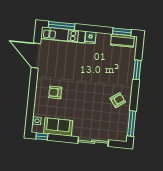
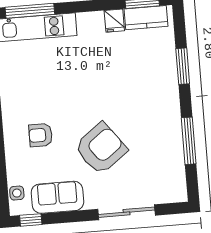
fridge: (91, 38) -> (114, 21), moved
armchair: (118, 100) -> (101, 148), moved, width x1.88, depth x1.88
window: (132, 123) -> (189, 141), moved

